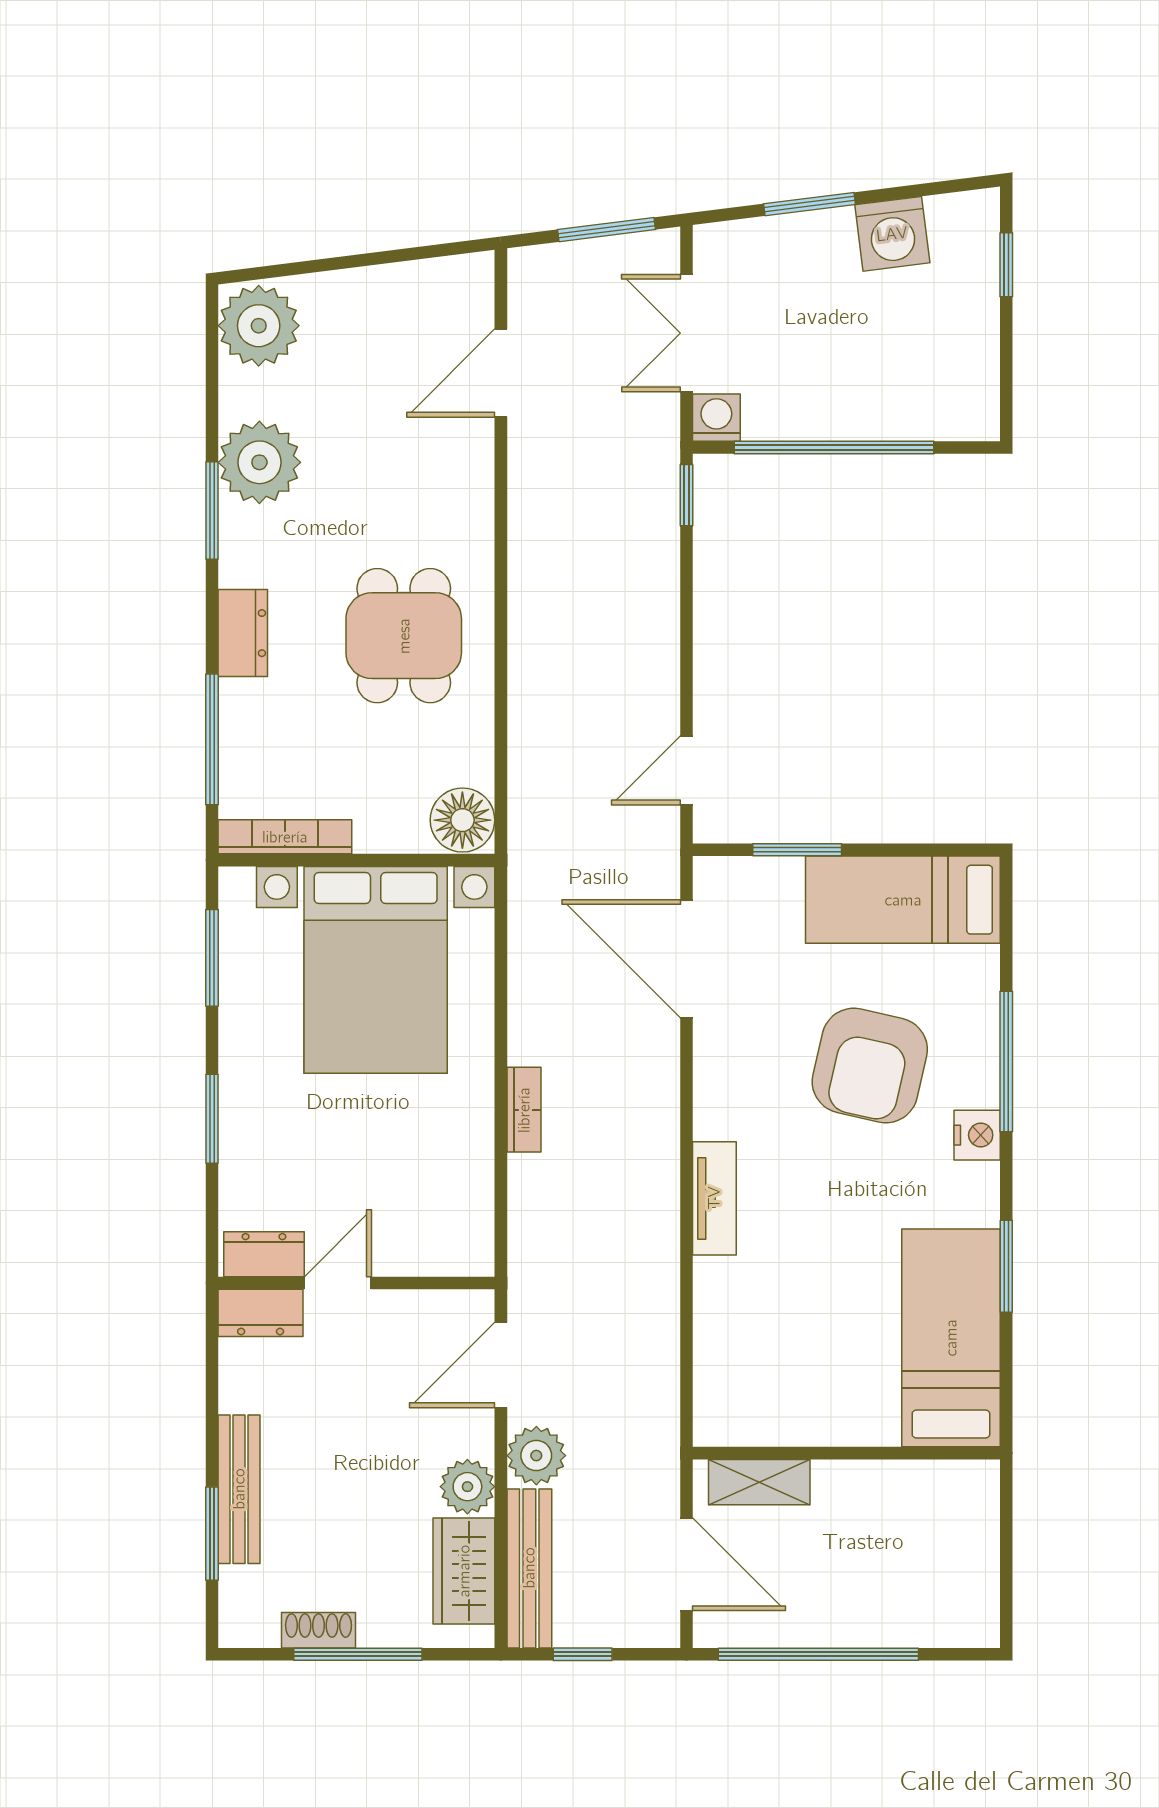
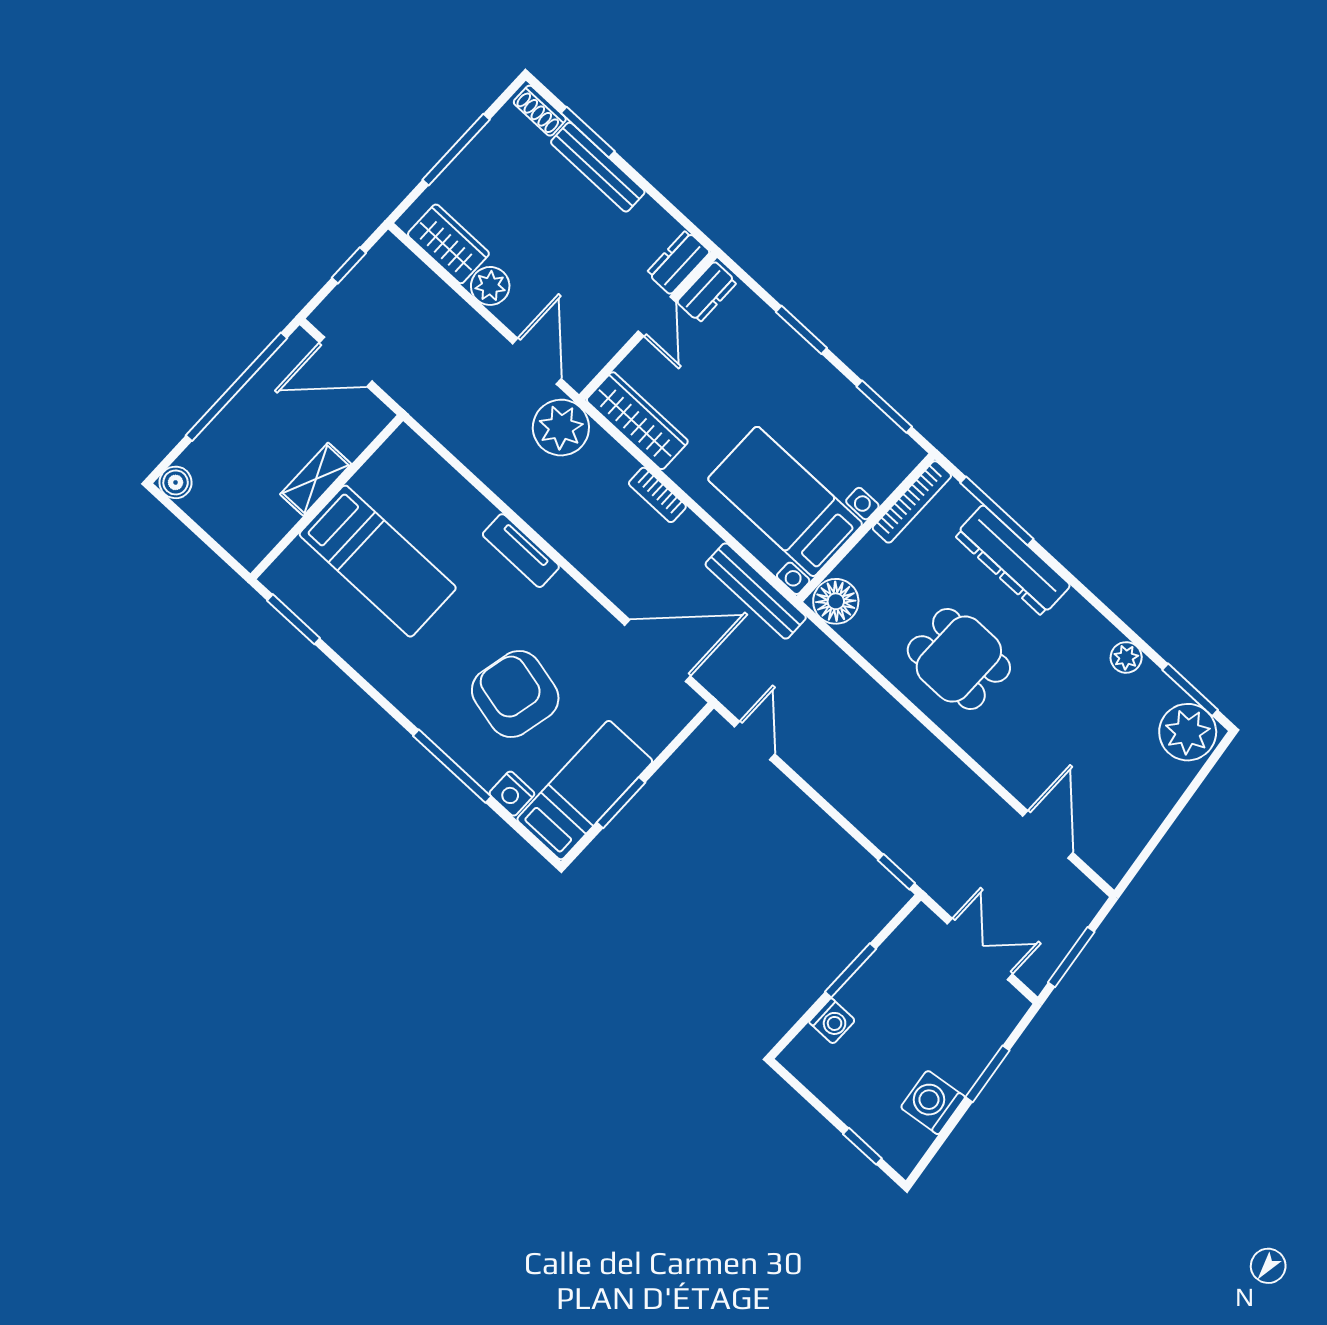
washing machine: (716, 418) -> (832, 1021), moved
window: (834, 448) -> (851, 970), width x0.47
plant: (259, 462) -> (1126, 657), width x0.53, depth x0.53
window: (212, 510) -> (1190, 690), moved
dresser: (243, 633) -> (1012, 560), width x1.96, depth x1.24
window: (797, 850) -> (621, 803), moved
bed with nightstands: (376, 970) -> (785, 501), width x0.73
nightstand: (977, 1135) -> (512, 794), moved
wardrobe: (466, 1202) -> (637, 421), added
window: (1006, 1266) -> (294, 619), moved
bed: (951, 1338) -> (378, 561), moved
plant: (536, 1456) -> (561, 428), moved, width x1.36, depth x1.36
shelving: (759, 1482) -> (316, 479), moved
bench: (529, 1568) -> (756, 591), moved
boiler: (977, 1625) -> (176, 482), added
shoe rack: (319, 1630) -> (540, 111), moved, turned 90

